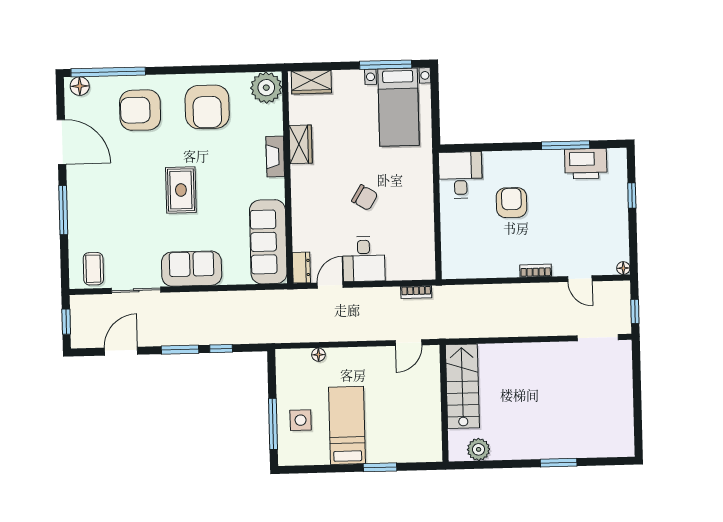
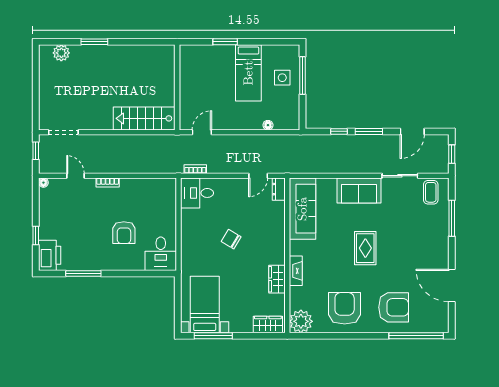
floor lamp: (80, 86) -> (437, 326), removed
printer: (586, 164) -> (50, 255), moved, turned 90
window: (63, 210) -> (452, 218), moved
desk: (364, 259) -> (197, 193), moved, turned -90
stairs: (462, 386) -> (144, 118), moved, turned 90
plant: (479, 449) -> (61, 53), moved

